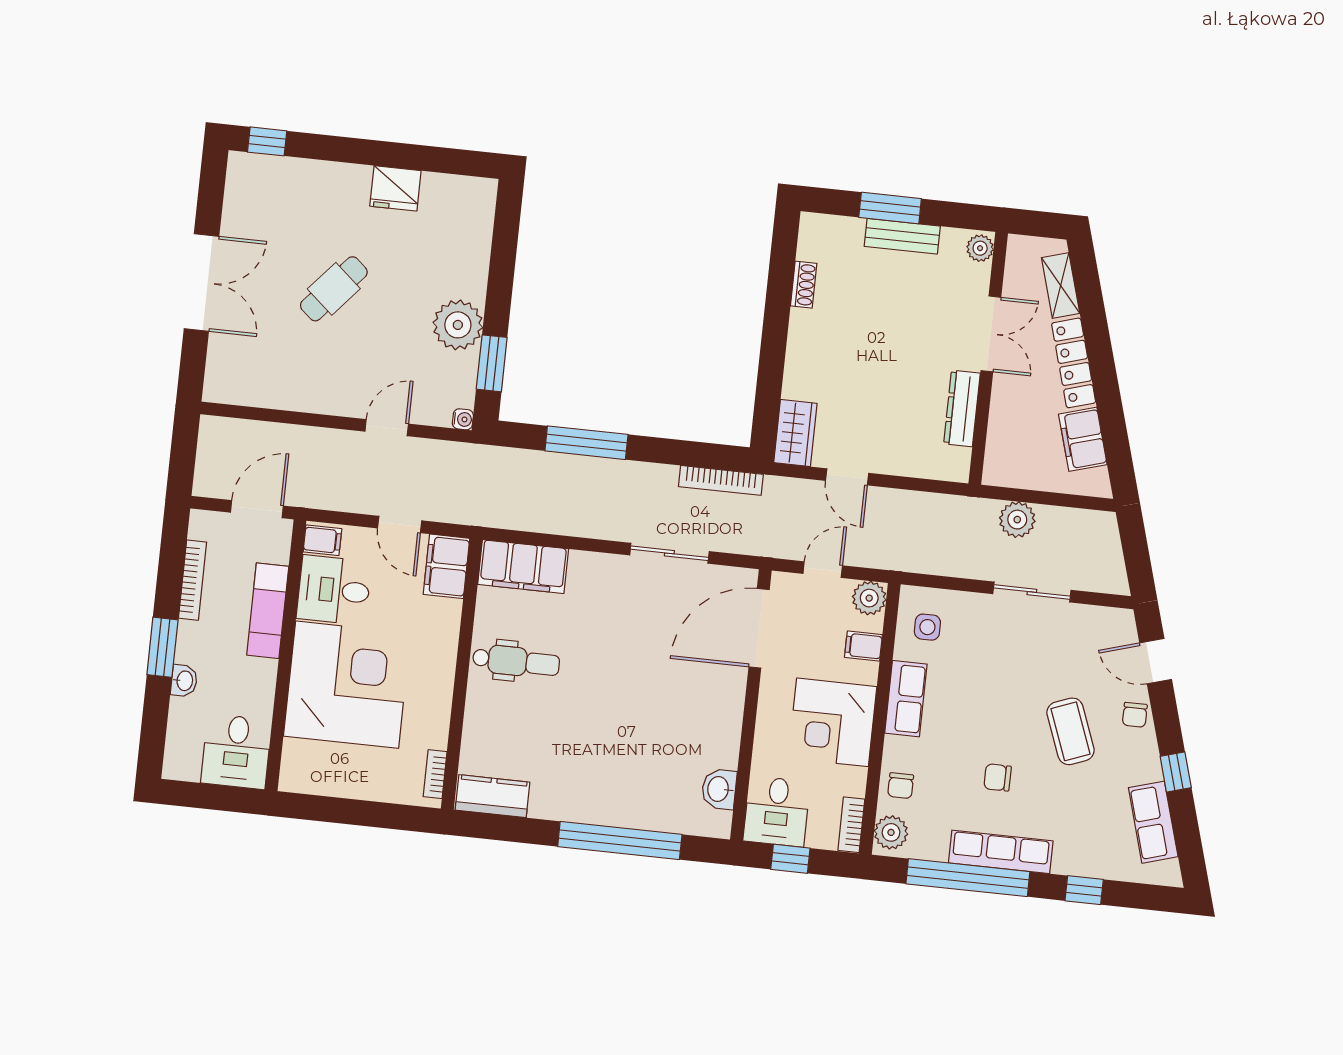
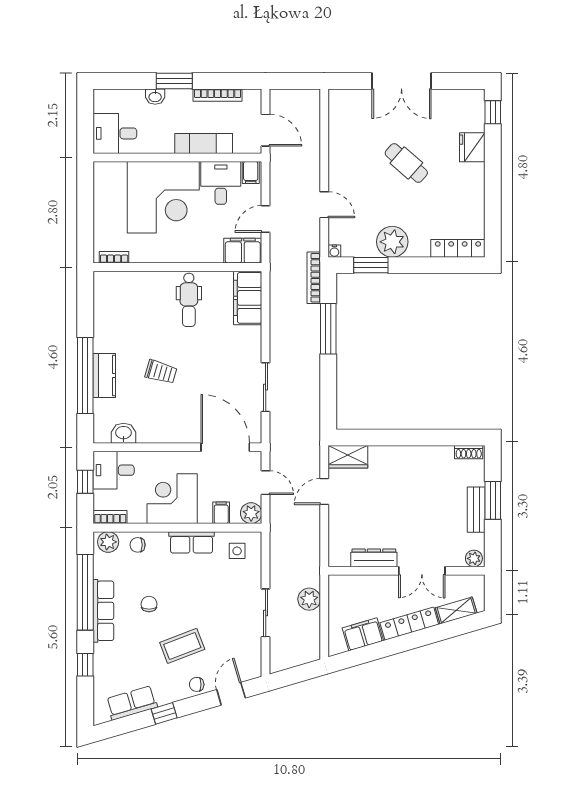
fridge: (395, 188) -> (472, 147), moved
locker: (480, 221) -> (458, 248), added
shoe rack: (804, 285) -> (469, 452), moved
bookcase: (721, 480) -> (314, 278), moved
trolley: (627, 718) -> (161, 372), added
kitchen counter: (493, 796) -> (104, 375), moved

